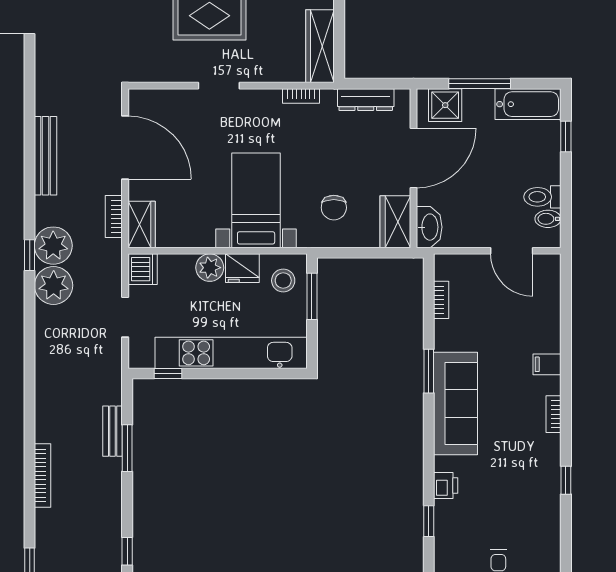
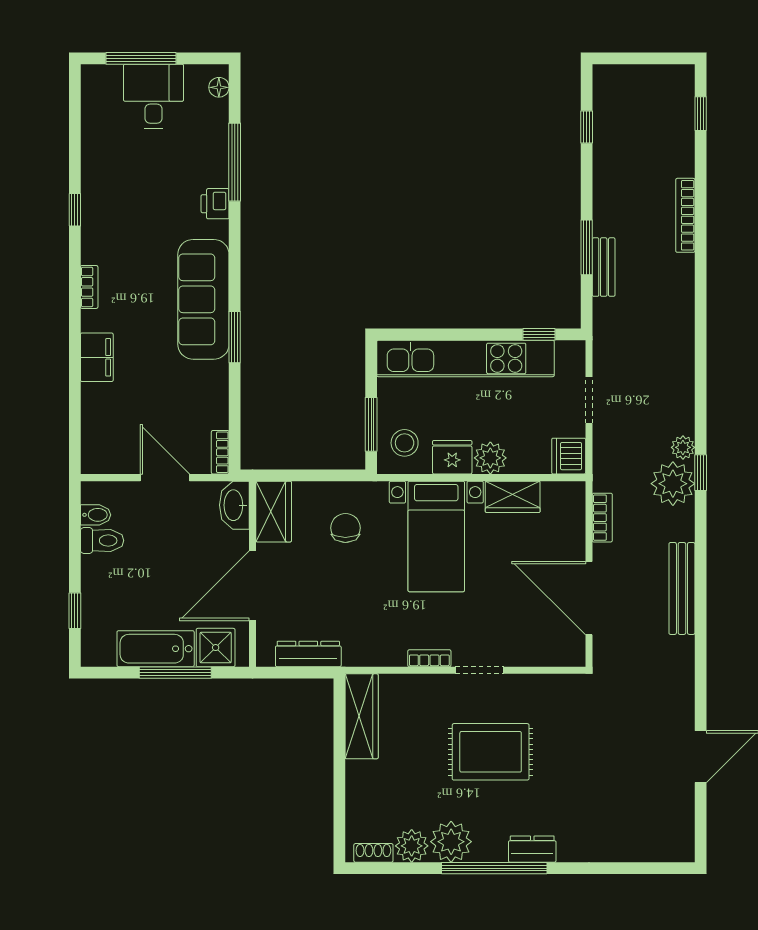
bookcase: (301, 96) -> (429, 658), moved
bathtub: (528, 104) -> (156, 649), moved
wardrobe: (142, 224) -> (513, 497), moved, turned -90
door: (512, 251) -> (165, 478), moved
plant: (54, 285) -> (683, 447), width x0.53, depth x0.53
bookcase: (441, 300) -> (220, 452), moved
filing cabinet: (547, 364) -> (97, 357), width x2.00
window: (429, 521) -> (235, 162), width x2.17

